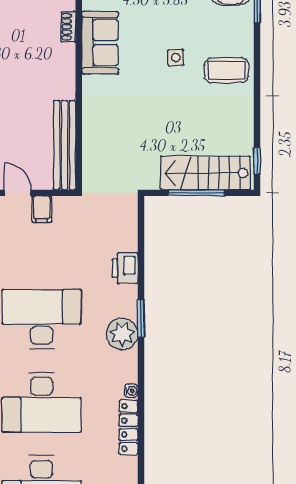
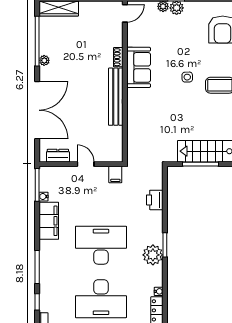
bench: (65, 145) -> (116, 97), moved
filing cabinet: (42, 209) -> (115, 174), moved
printer: (125, 268) -> (155, 200), moved

